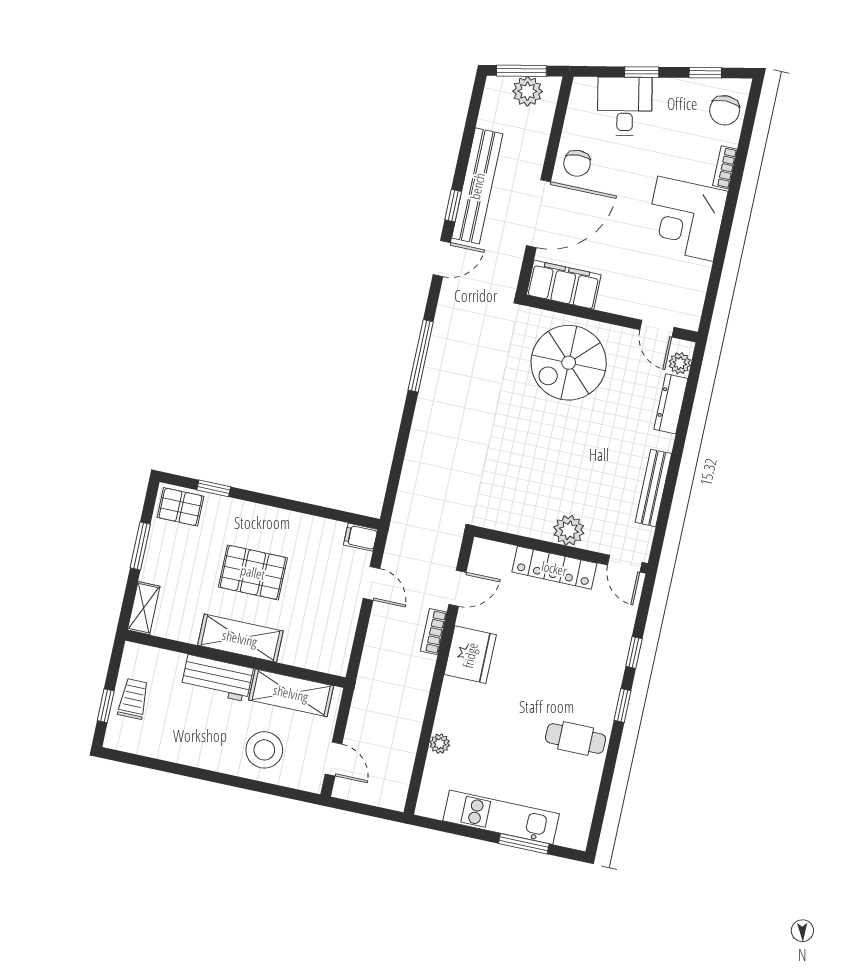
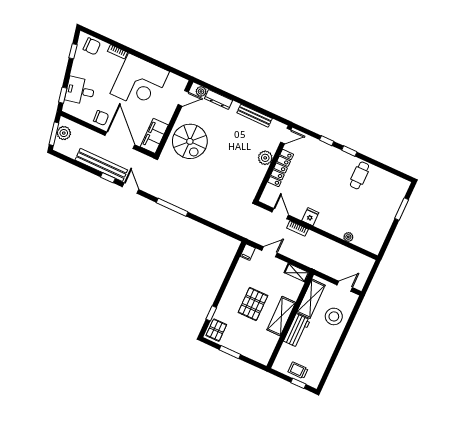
window: (642, 72) -> (63, 95), moved
corner desk: (685, 219) -> (140, 83), width x1.36, depth x1.36
shelving: (144, 608) -> (297, 273), moved
fridge: (470, 655) -> (310, 217), width x0.53, depth x0.75
kitchen unit: (501, 817) -> (387, 217), removed

